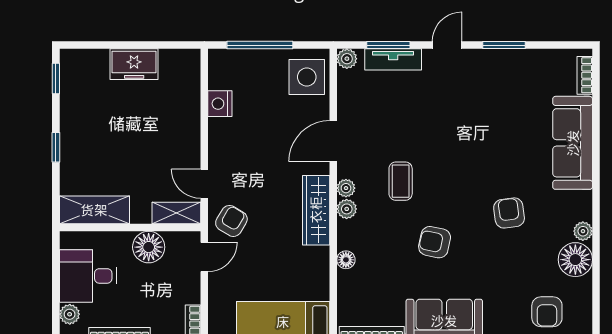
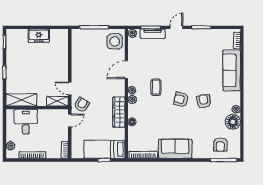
nightstand: (220, 104) -> (77, 53), removed
wardrobe: (316, 210) -> (119, 112), moved
armchair: (435, 242) -> (181, 99), moved
floor lamp: (149, 247) -> (45, 116), removed
desk: (88, 276) -> (26, 122), moved, turned 90

